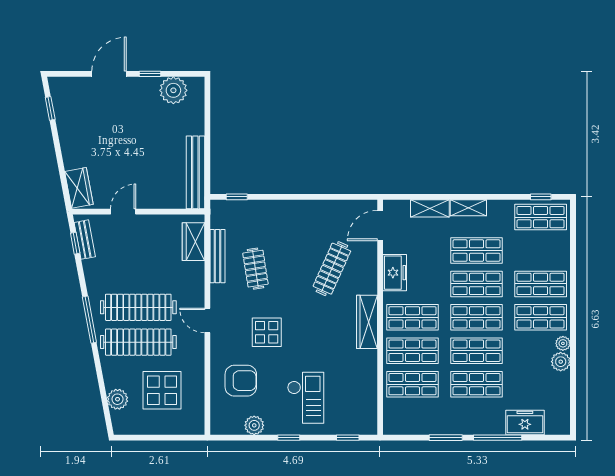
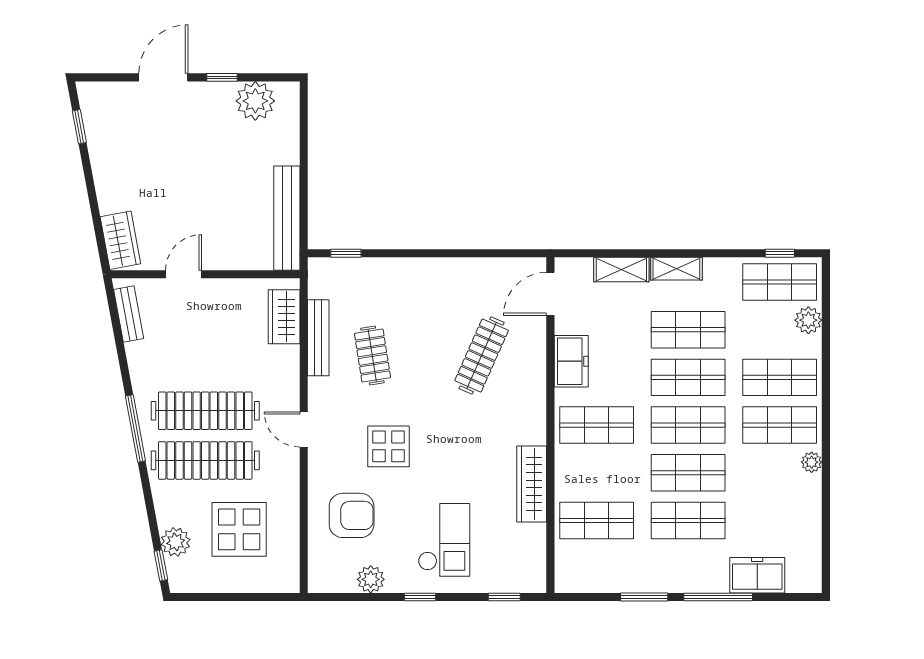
window: (75, 243) -> (161, 565), moved
wardrobe: (367, 322) -> (532, 484), moved
shop shelf: (412, 351) -> (597, 473), removed
plant: (561, 362) -> (808, 320), moved

